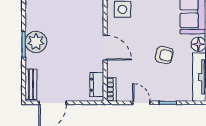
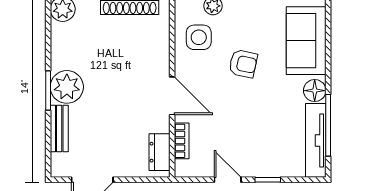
armchair: (164, 55) -> (243, 64), moved
bench: (31, 84) -> (59, 129), moved
bookcase: (111, 89) -> (182, 141), moved

